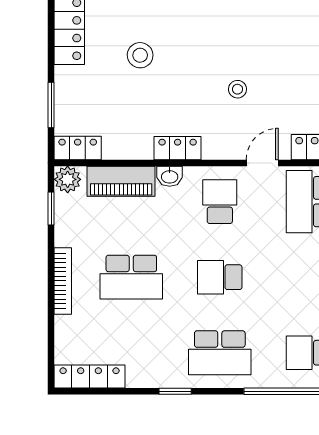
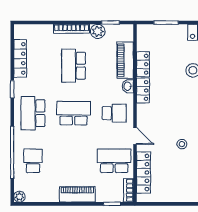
stool: (237, 89) -> (182, 144), moved
locker: (78, 148) -> (143, 64), moved
plant: (68, 179) -> (98, 31), moved
school desk: (220, 277) -> (74, 113), width x1.85
locker: (90, 377) -> (20, 58), moved

